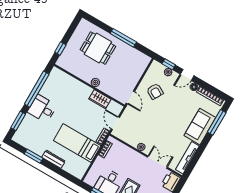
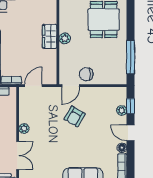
window: (123, 38) -> (131, 57), moved
chair: (129, 82) -> (86, 74), added
armchair: (155, 91) -> (75, 116), moved
wardrobe: (100, 99) -> (50, 36), moved

